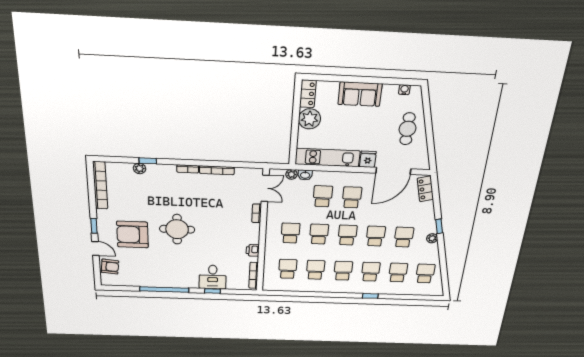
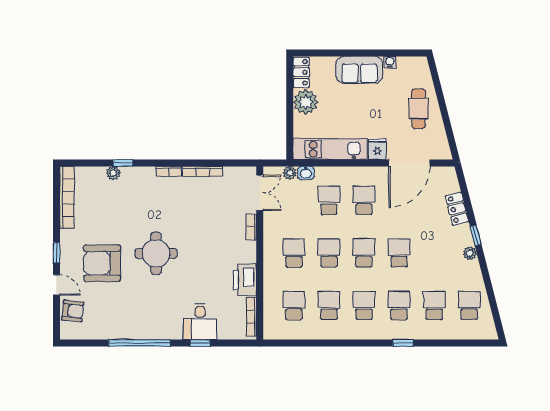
water cooler: (404, 90) -> (390, 62), moved
locker: (425, 189) -> (457, 209), moved
school desk: (404, 237) -> (434, 253), removed
printer: (253, 250) -> (245, 280), width x1.87, depth x1.48

